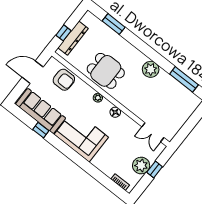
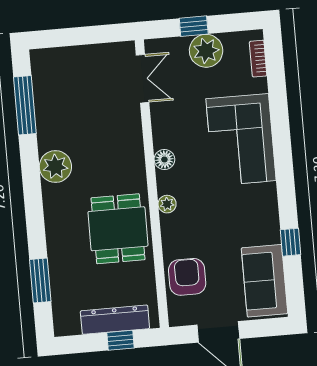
sofa: (41, 111) -> (264, 281), width x0.73
corner sofa: (81, 136) -> (241, 140), moved

